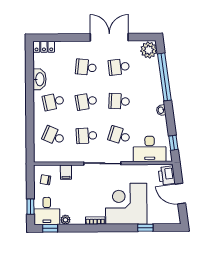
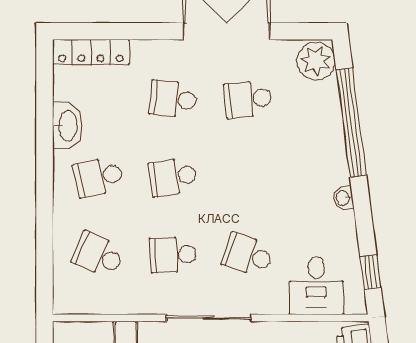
locker: (44, 47) -> (91, 52), width x1.53
school desk: (119, 101) -> (248, 177), removed
desk: (150, 149) -> (316, 286), width x0.73

